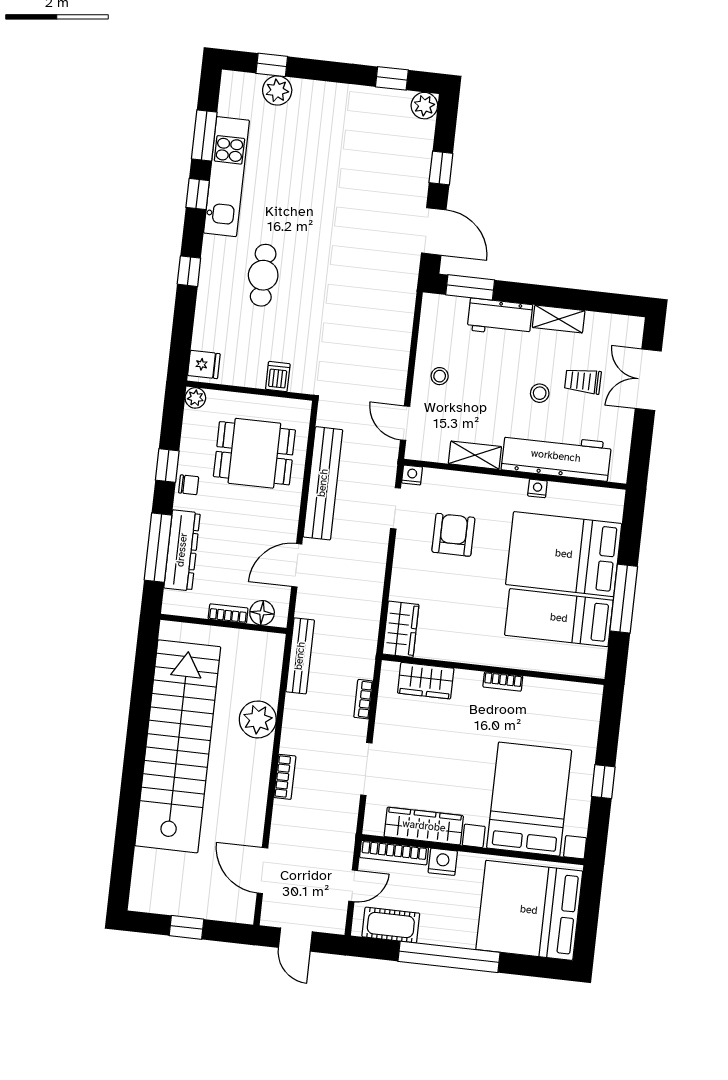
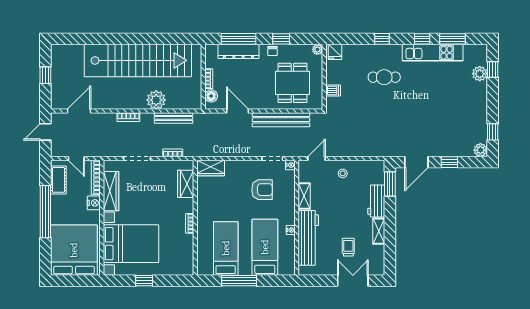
stool: (540, 393) -> (340, 226), removed
bed: (564, 554) -> (265, 247), width x0.67
bench: (300, 656) -> (173, 118), moved

